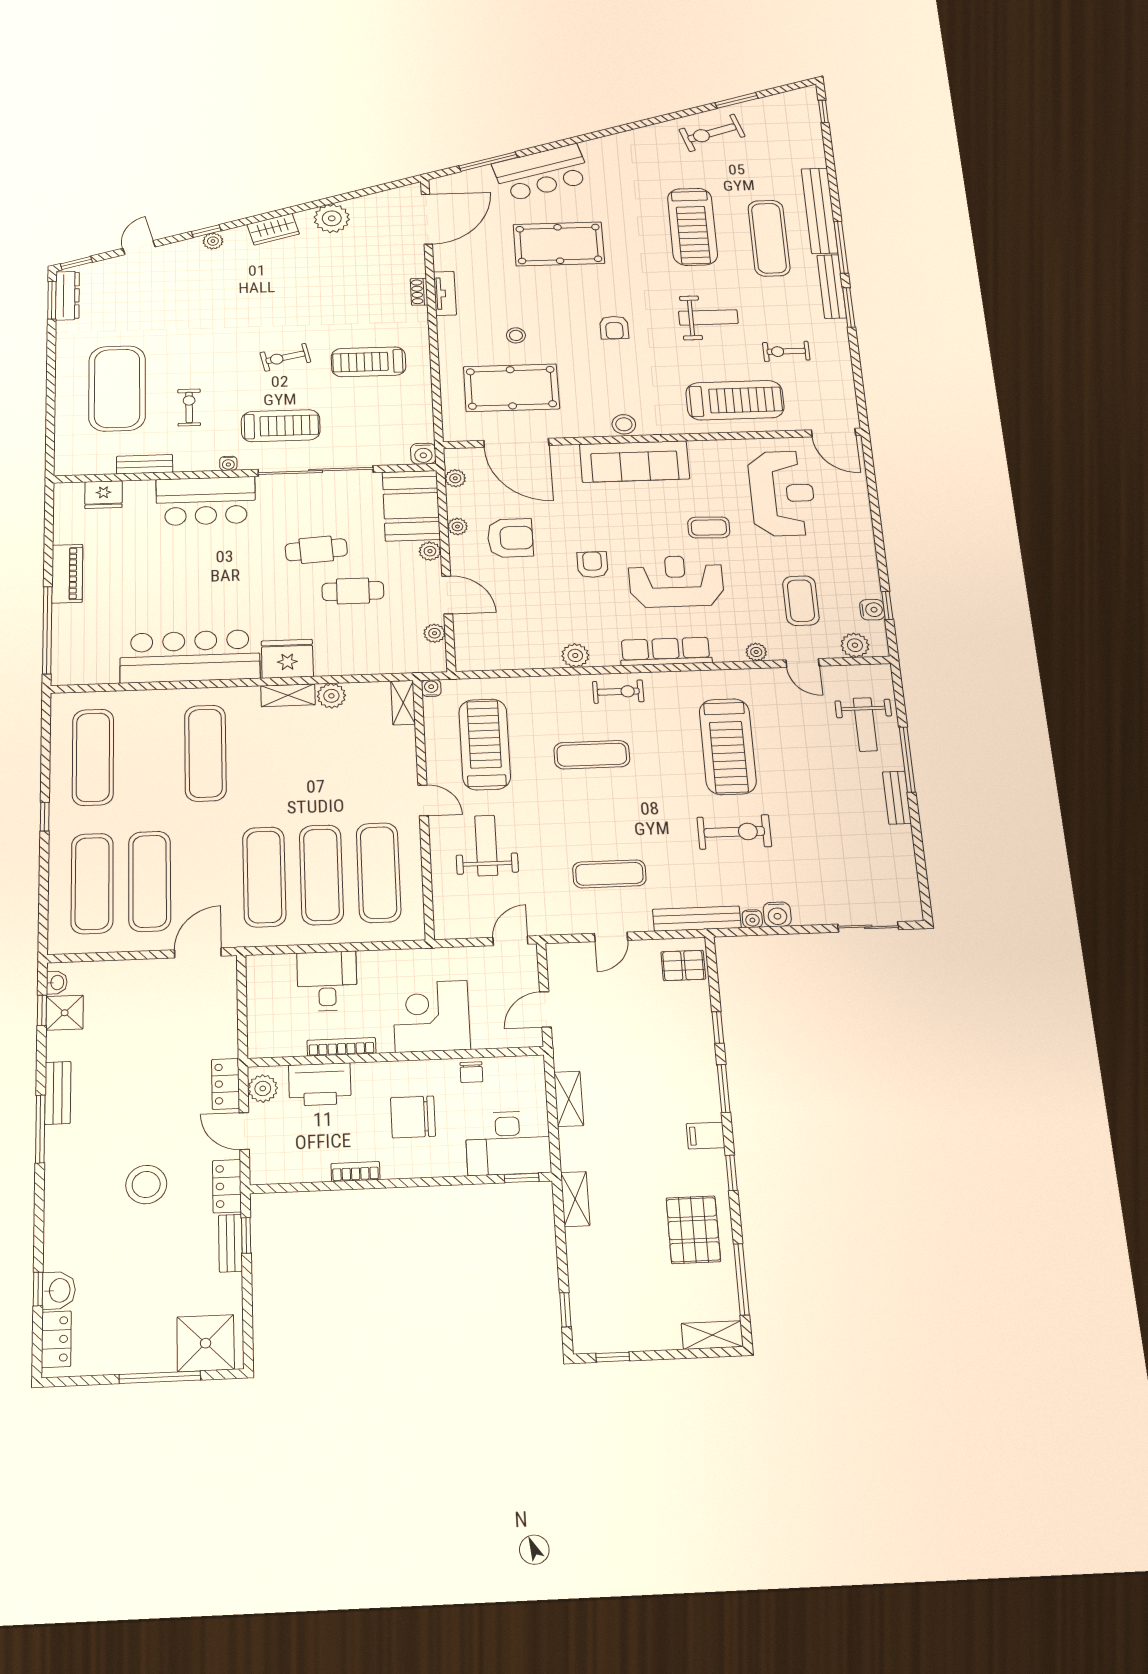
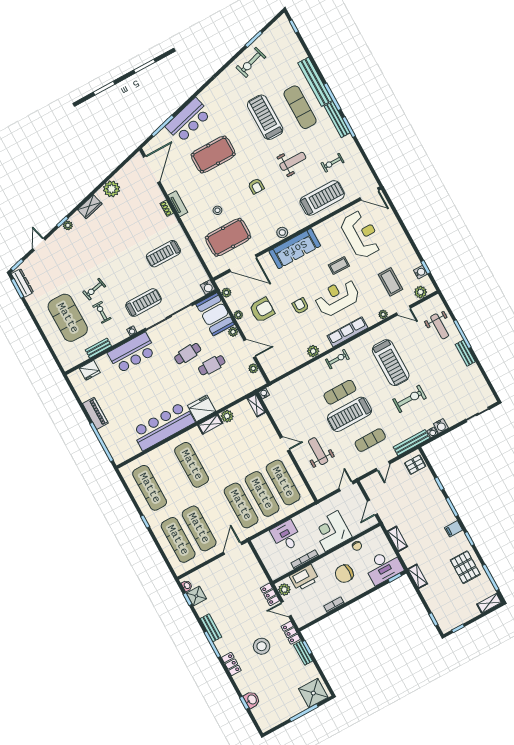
treadmill: (692, 227) -> (265, 117), turned 180
exercise bike: (285, 357) -> (94, 289), moved
treadmill: (485, 744) -> (349, 414), moved, turned -90
locker: (56, 1339) -> (231, 664), moved

